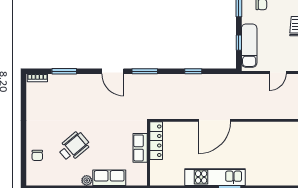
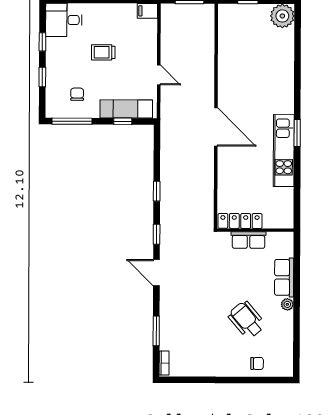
door: (113, 71) -> (156, 273), swing flipped
window: (145, 71) -> (157, 234), width x0.67
window: (193, 71) -> (157, 191), moved
door: (214, 120) -> (216, 127), moved

